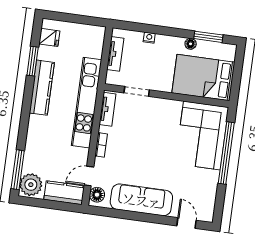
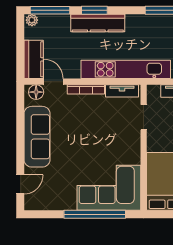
kitchen counter: (42, 88) -> (98, 23), moved
window: (24, 126) -> (94, 10), added
bookcase: (101, 145) -> (86, 89), width x1.56
plant: (31, 185) -> (32, 20), width x0.53, depth x0.53

